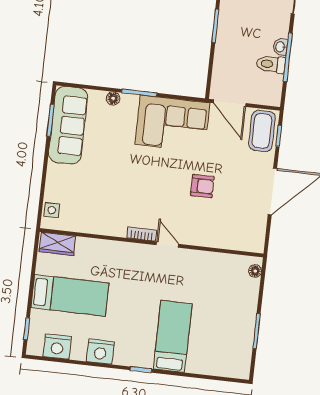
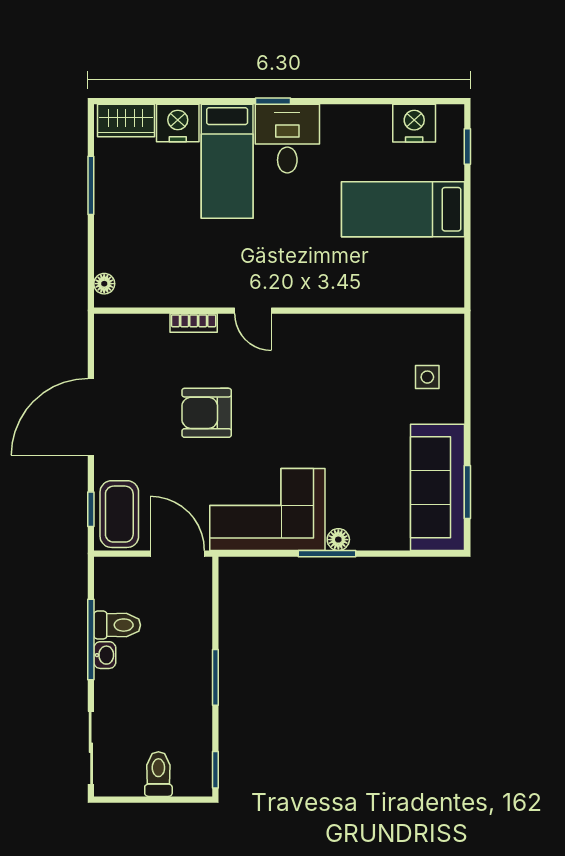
floor lamp: (113, 98) -> (338, 540), moved
armchair: (202, 186) -> (207, 413), width x1.38, depth x1.38
side table: (52, 210) -> (427, 377), moved
bookcase: (142, 234) -> (194, 323), moved
wardrobe: (58, 244) -> (126, 121), moved, turned 180
desk: (135, 346) -> (287, 139), added
nightstand: (100, 352) -> (178, 123), moved

